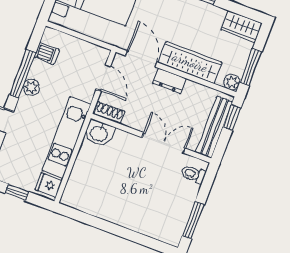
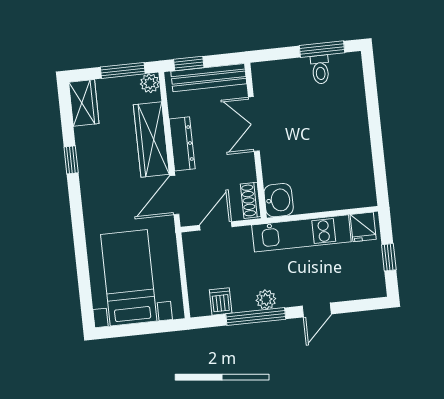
dresser: (170, 81) -> (182, 144), width x1.44
toilet: (193, 174) -> (320, 70), moved

